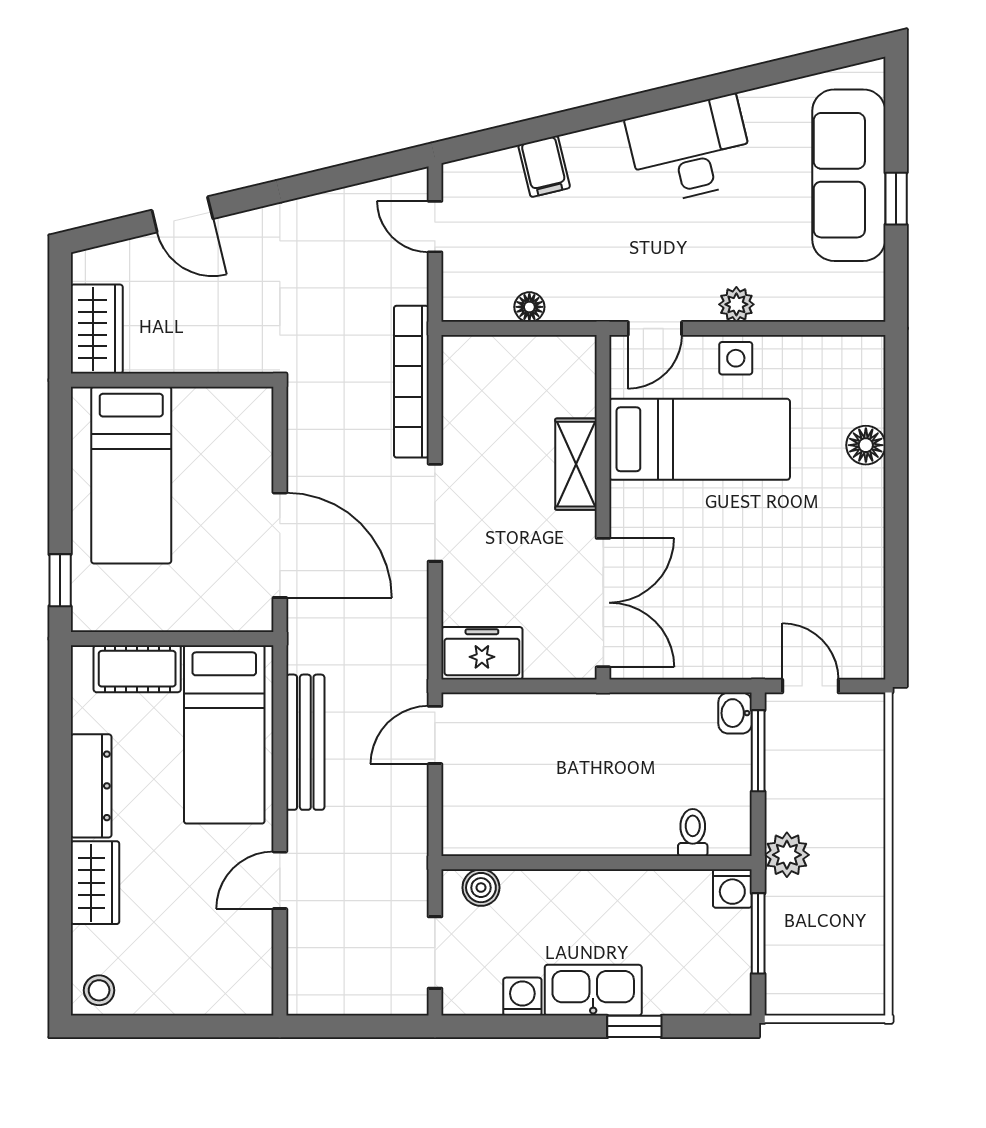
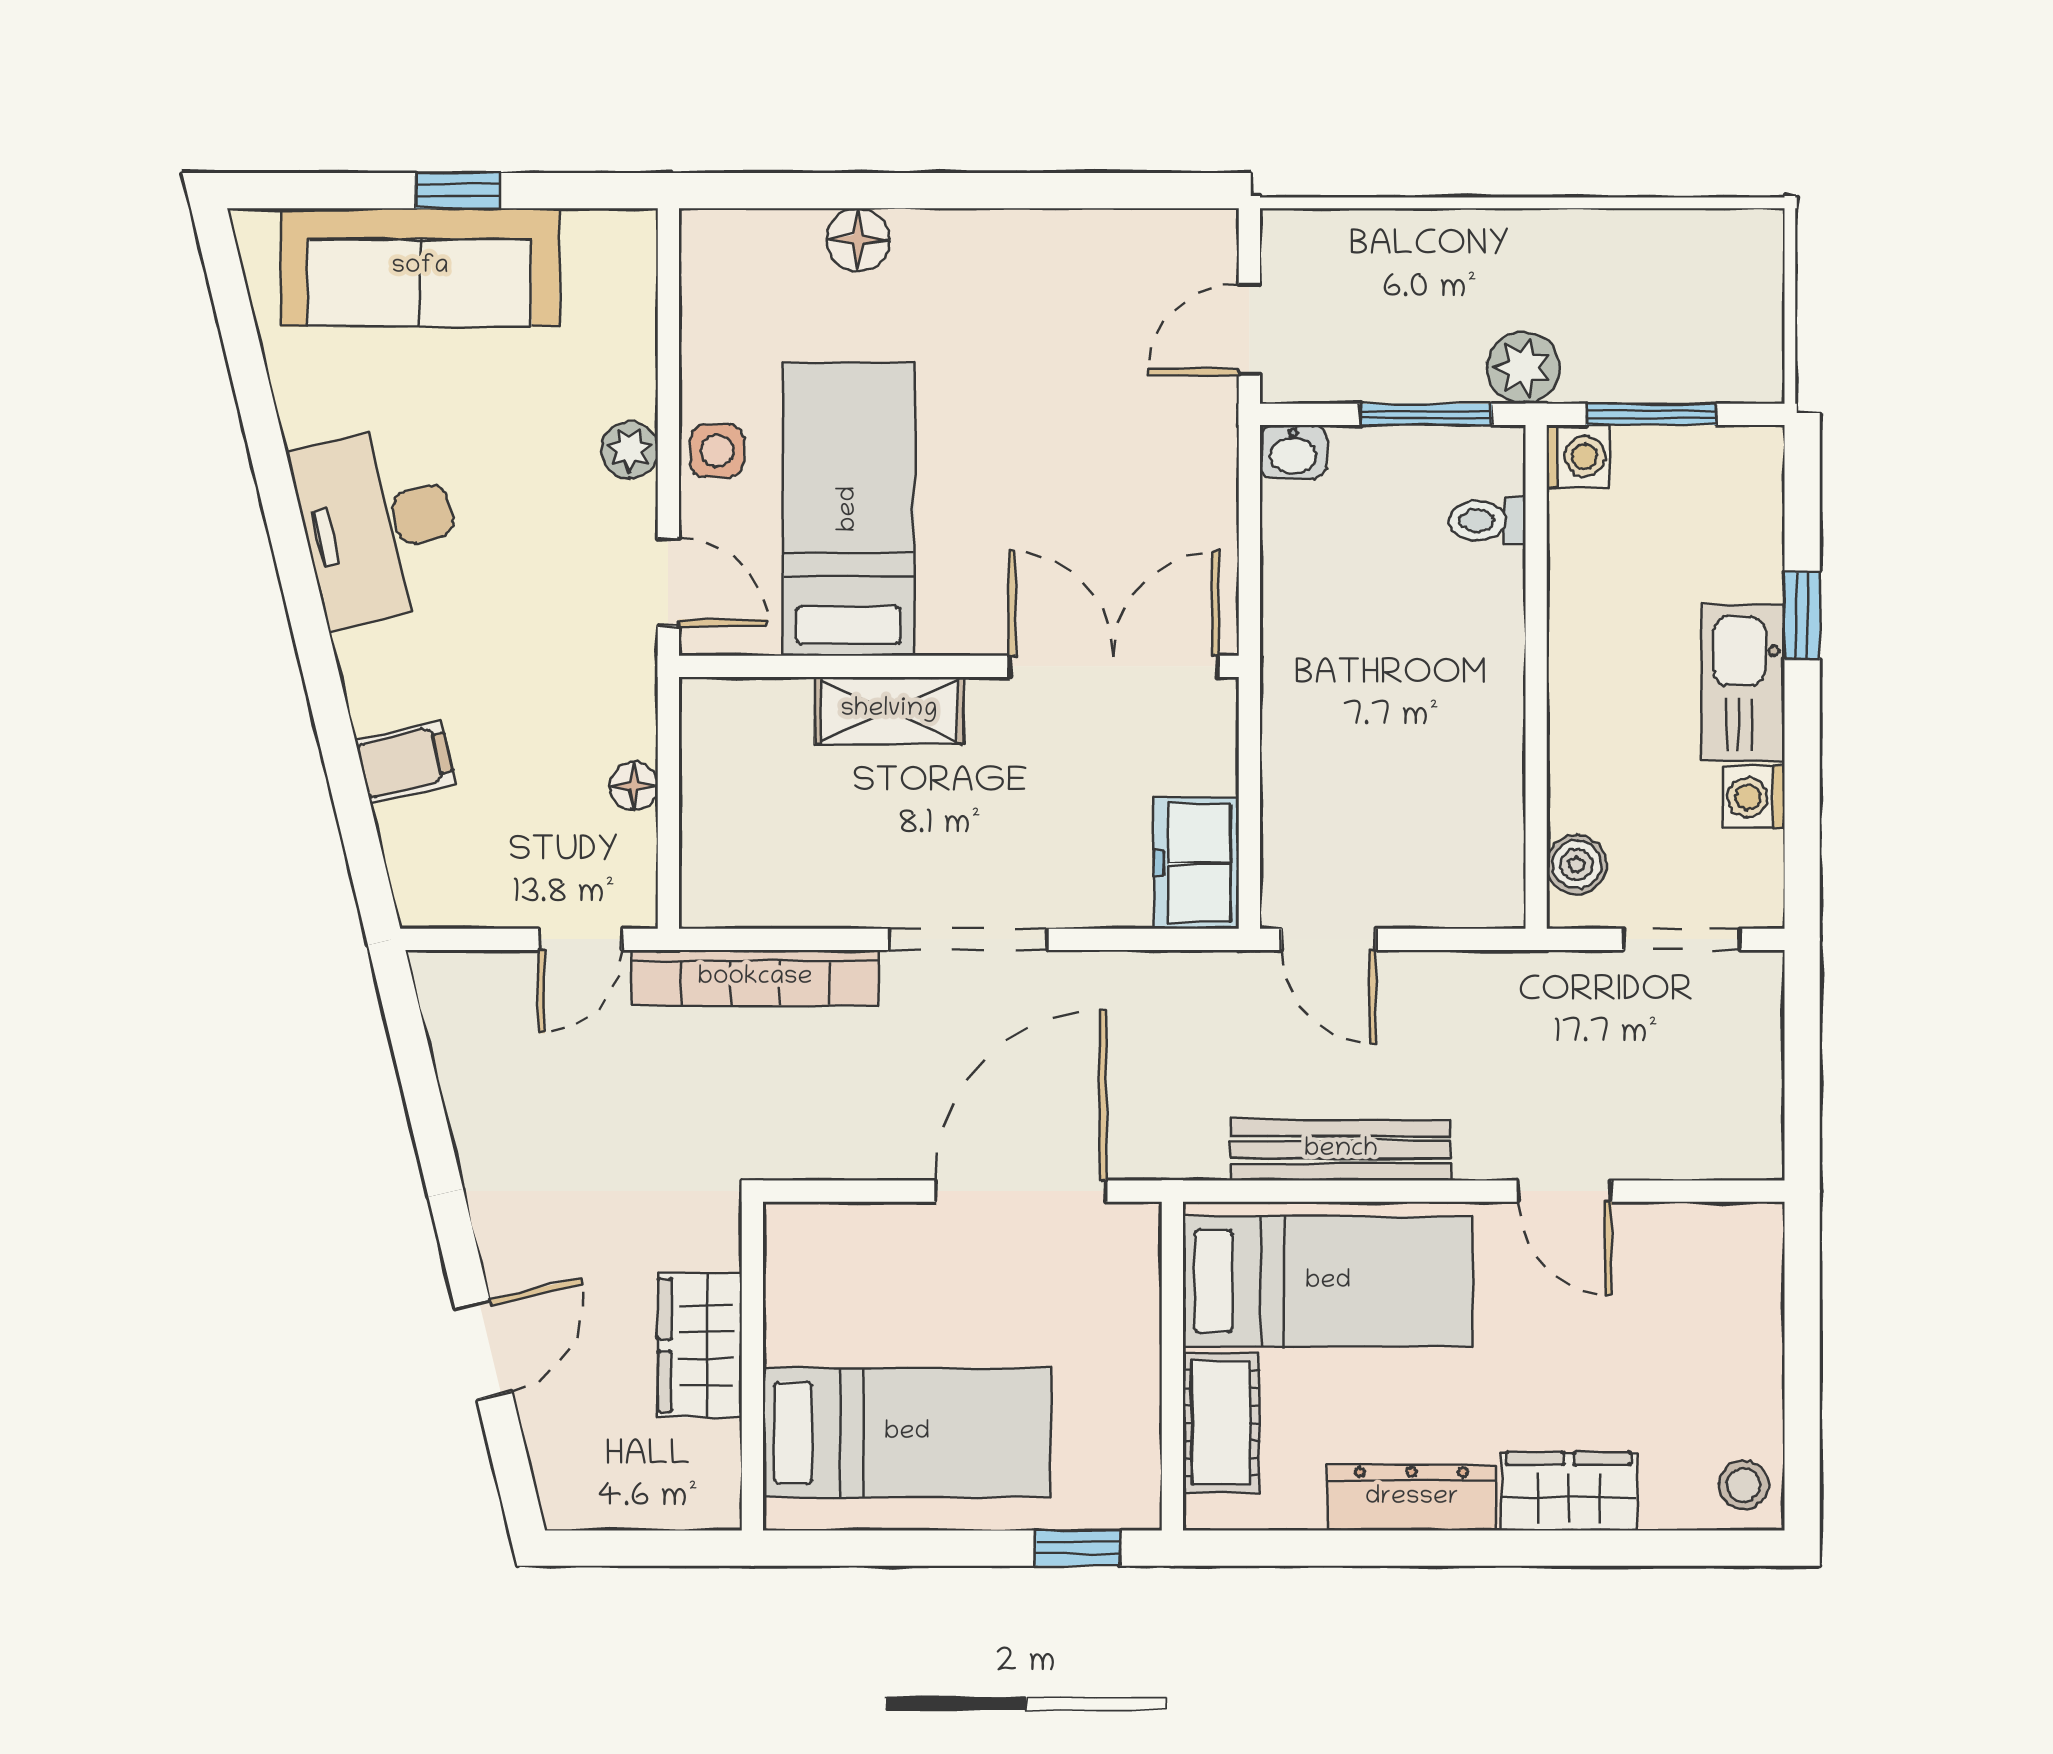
door: (435, 227) -> (580, 939), moved
wardrobe: (97, 329) -> (700, 1345), moved, turned -90
window: (758, 751) -> (1426, 414), moved

